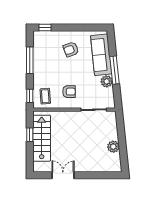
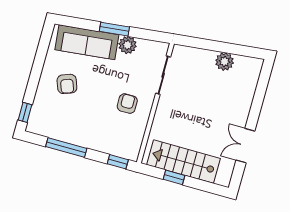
window: (115, 70) -> (114, 29), width x0.69
coffee table: (45, 96) -> (124, 140), removed

